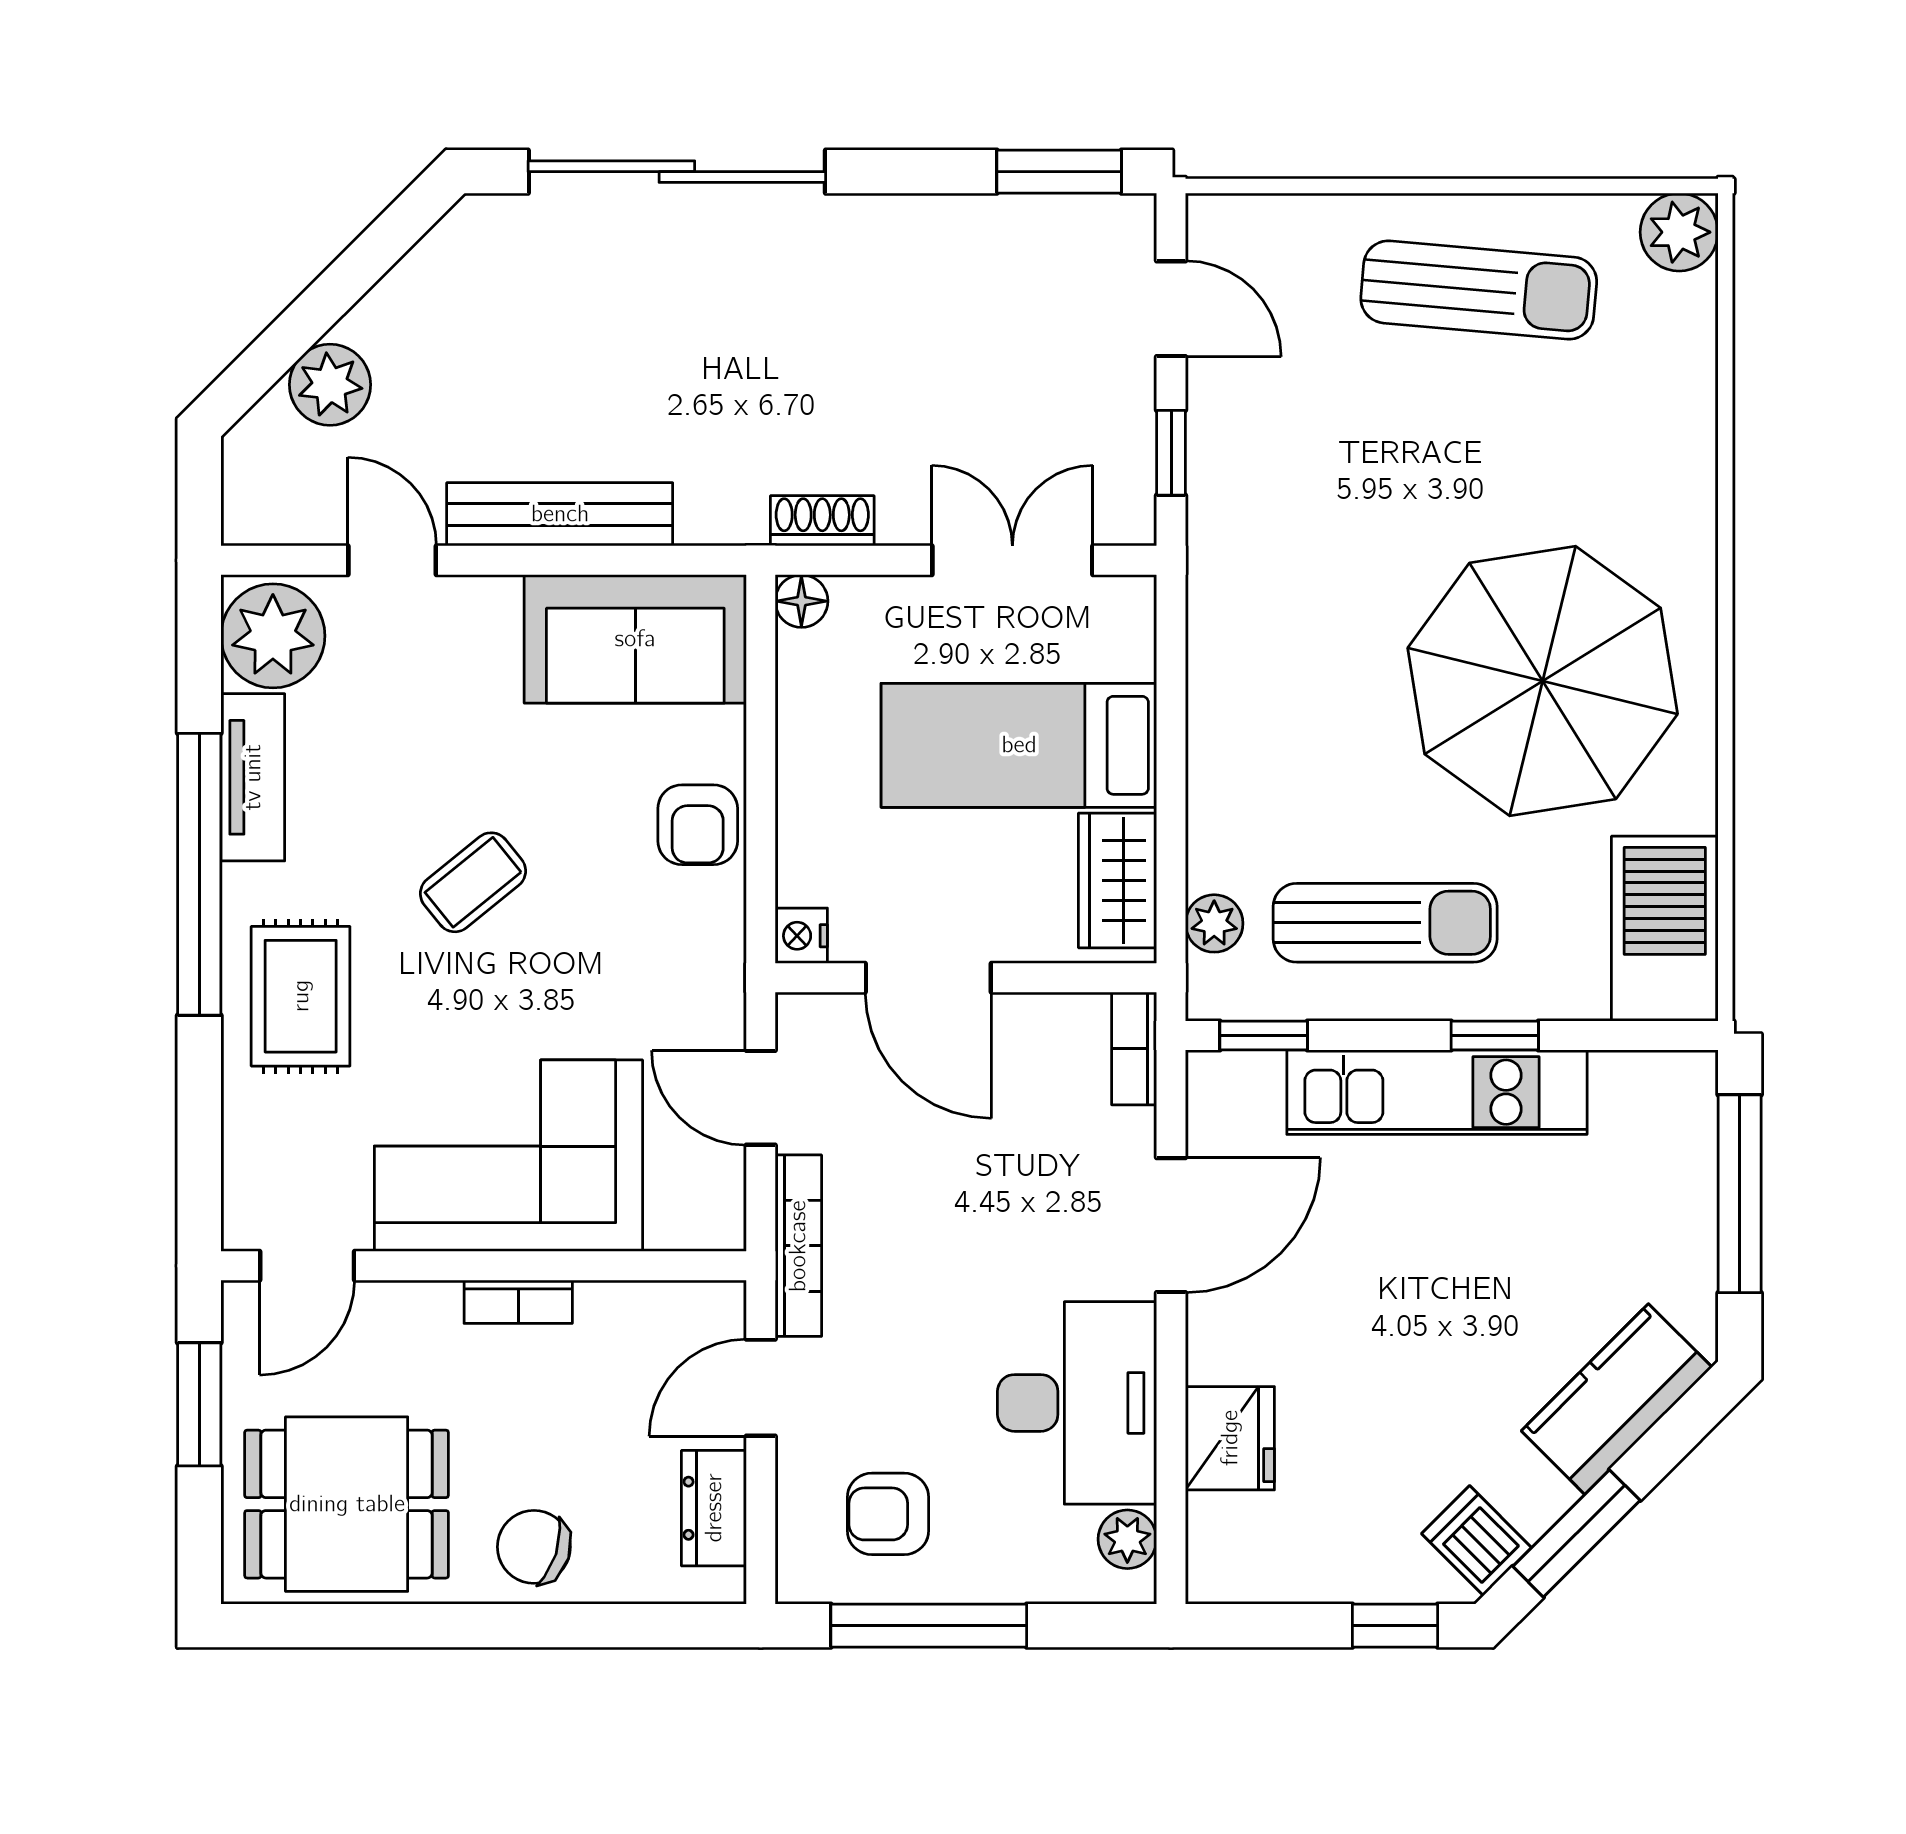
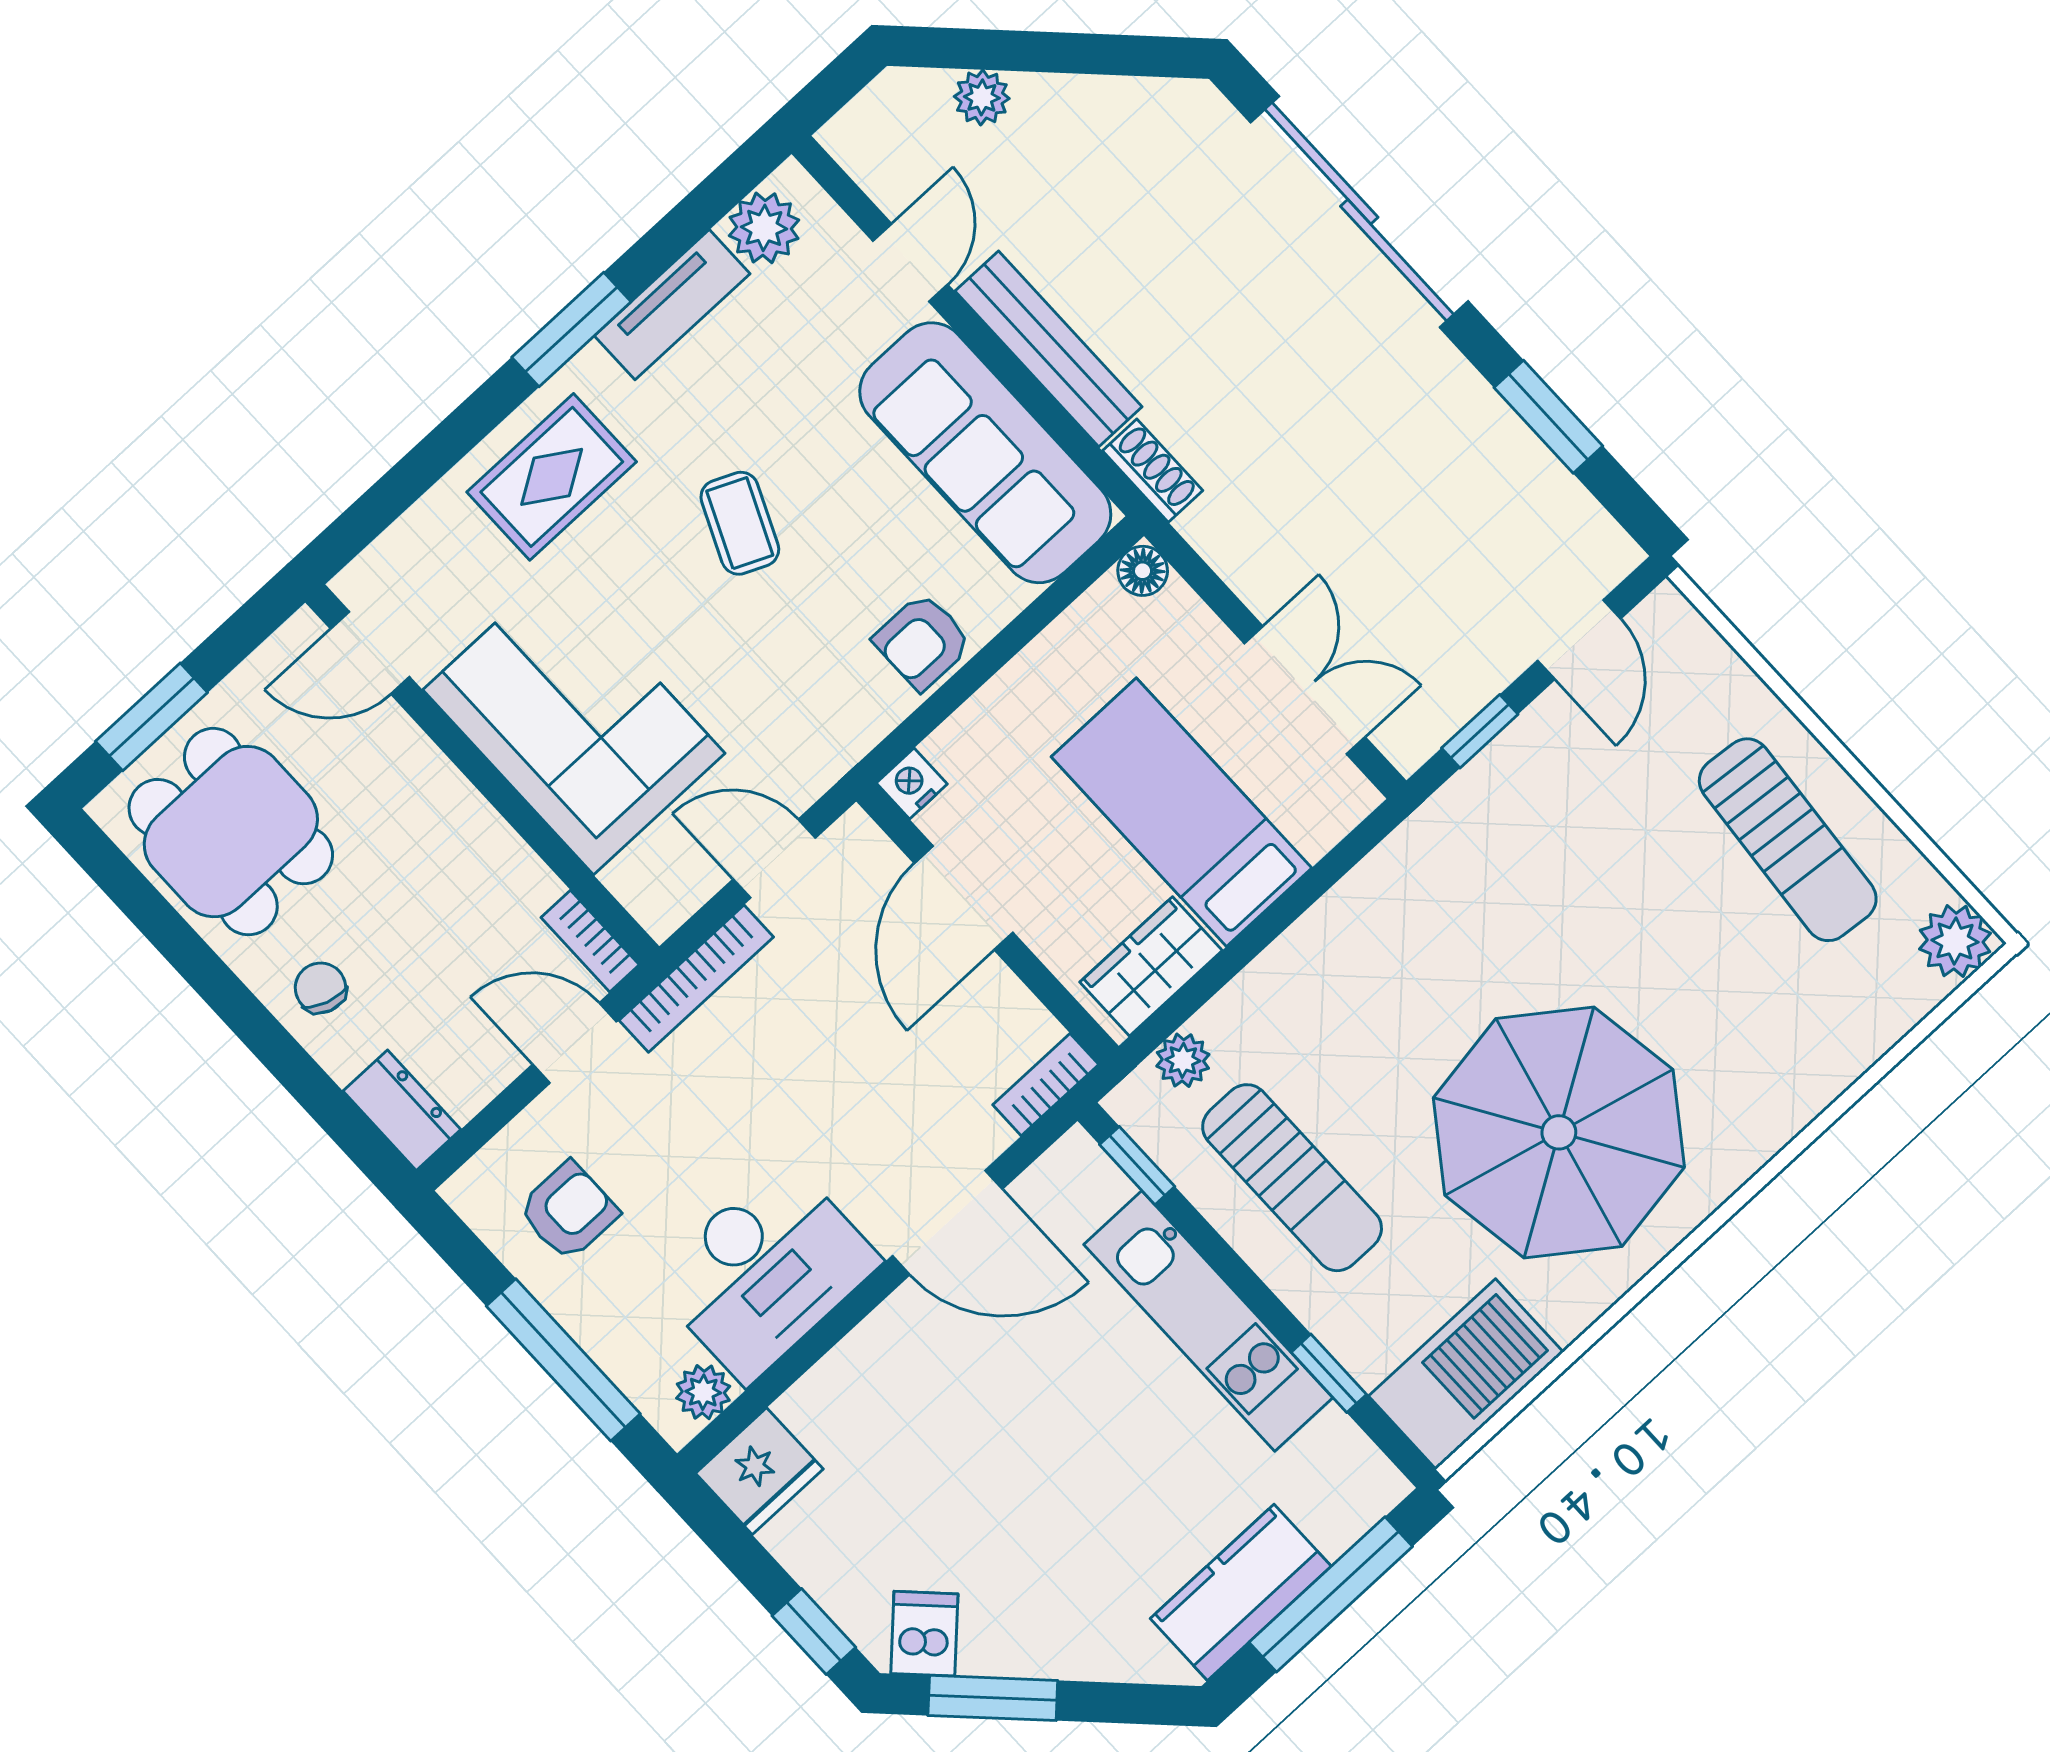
window: (1059, 172) -> (1548, 417), moved
plant: (330, 385) -> (982, 97), width x0.73, depth x0.73
shoe rack: (822, 521) -> (1153, 471), moved
plant: (273, 636) -> (764, 228), width x0.73, depth x0.73
sofa: (635, 639) -> (985, 453), width x1.36
window: (199, 874) -> (571, 329), width x0.47
coffee table: (473, 882) -> (740, 523), turned 63
window: (1495, 1035) -> (1329, 1373), moved
door: (761, 1098) -> (774, 859), hinge flipped
bookcase: (518, 1302) -> (590, 941), moved
kitchen counter: (1617, 1399) -> (1241, 1592), moved, turned -45
window: (199, 1404) -> (151, 717), moved
fridge: (1230, 1438) -> (759, 1471), moved
dresser: (714, 1508) -> (402, 1110), moved, turned 90
armchair: (888, 1514) -> (568, 1211), turned 90
chair: (534, 1547) -> (321, 988), width x0.73, depth x0.73
window: (929, 1626) -> (563, 1360), moved

